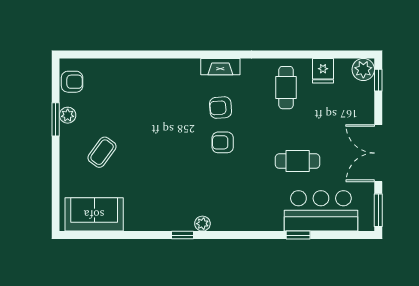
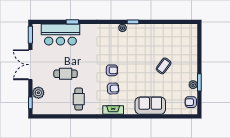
plant: (363, 69) -> (38, 93), moved
fridge: (323, 71) -> (59, 108), removed
coffee table: (102, 152) -> (164, 66), moved
double door: (378, 153) -> (30, 65), swing flipped
cafe table: (298, 161) -> (66, 74), moved
sofa: (94, 214) -> (150, 106), moved, turned 180

